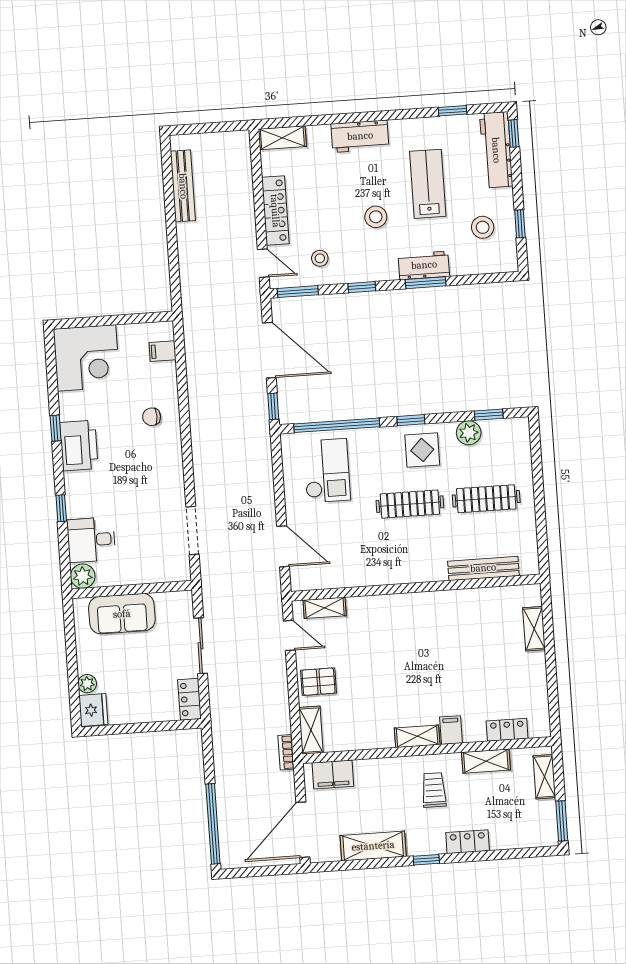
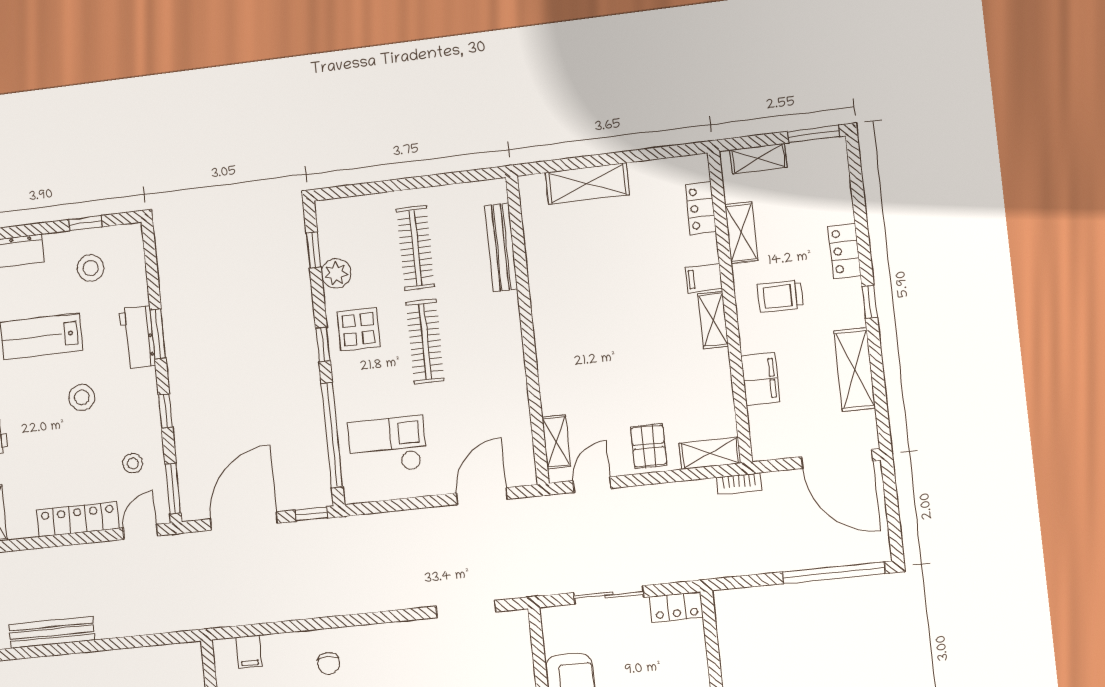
shelving: (534, 629) -> (587, 184), width x1.50, depth x1.33
filing cabinet: (333, 774) -> (760, 379), moved

